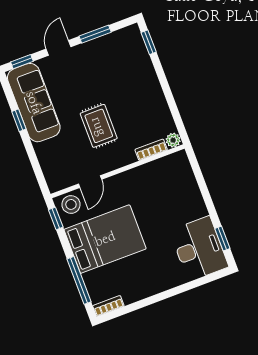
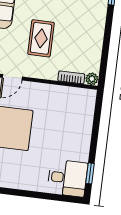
desk: (199, 249) -> (67, 178), width x0.73

